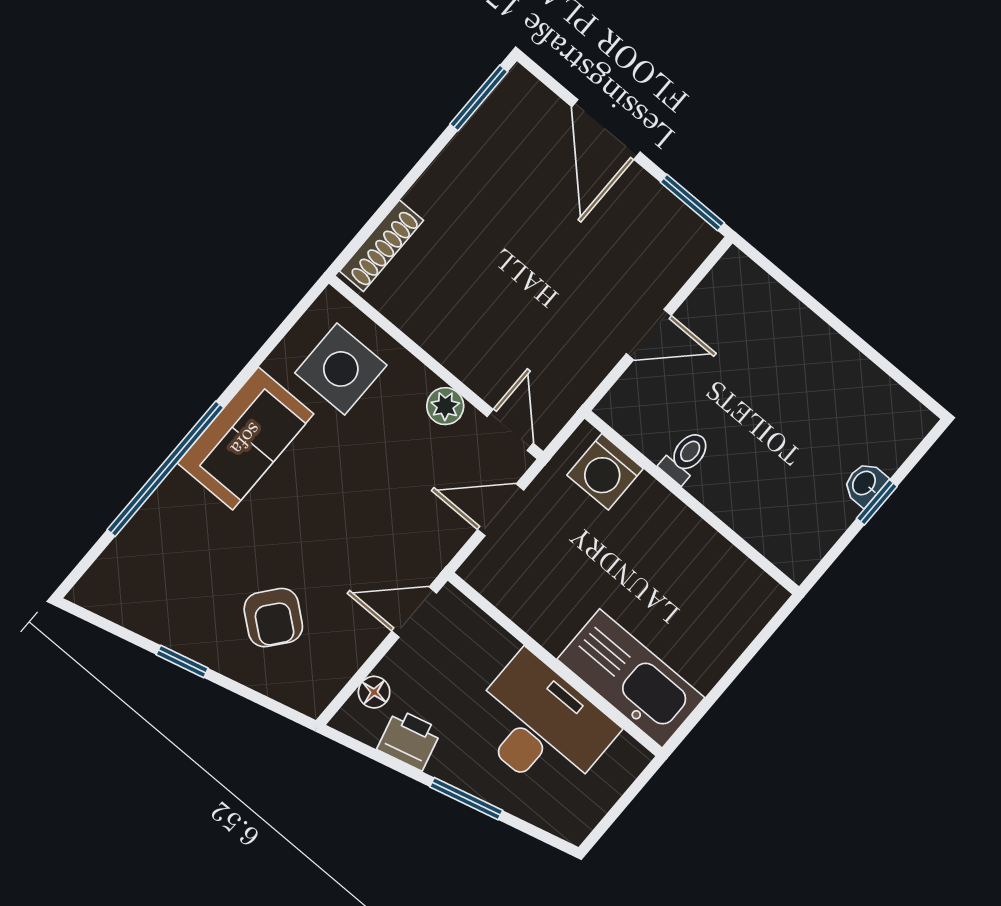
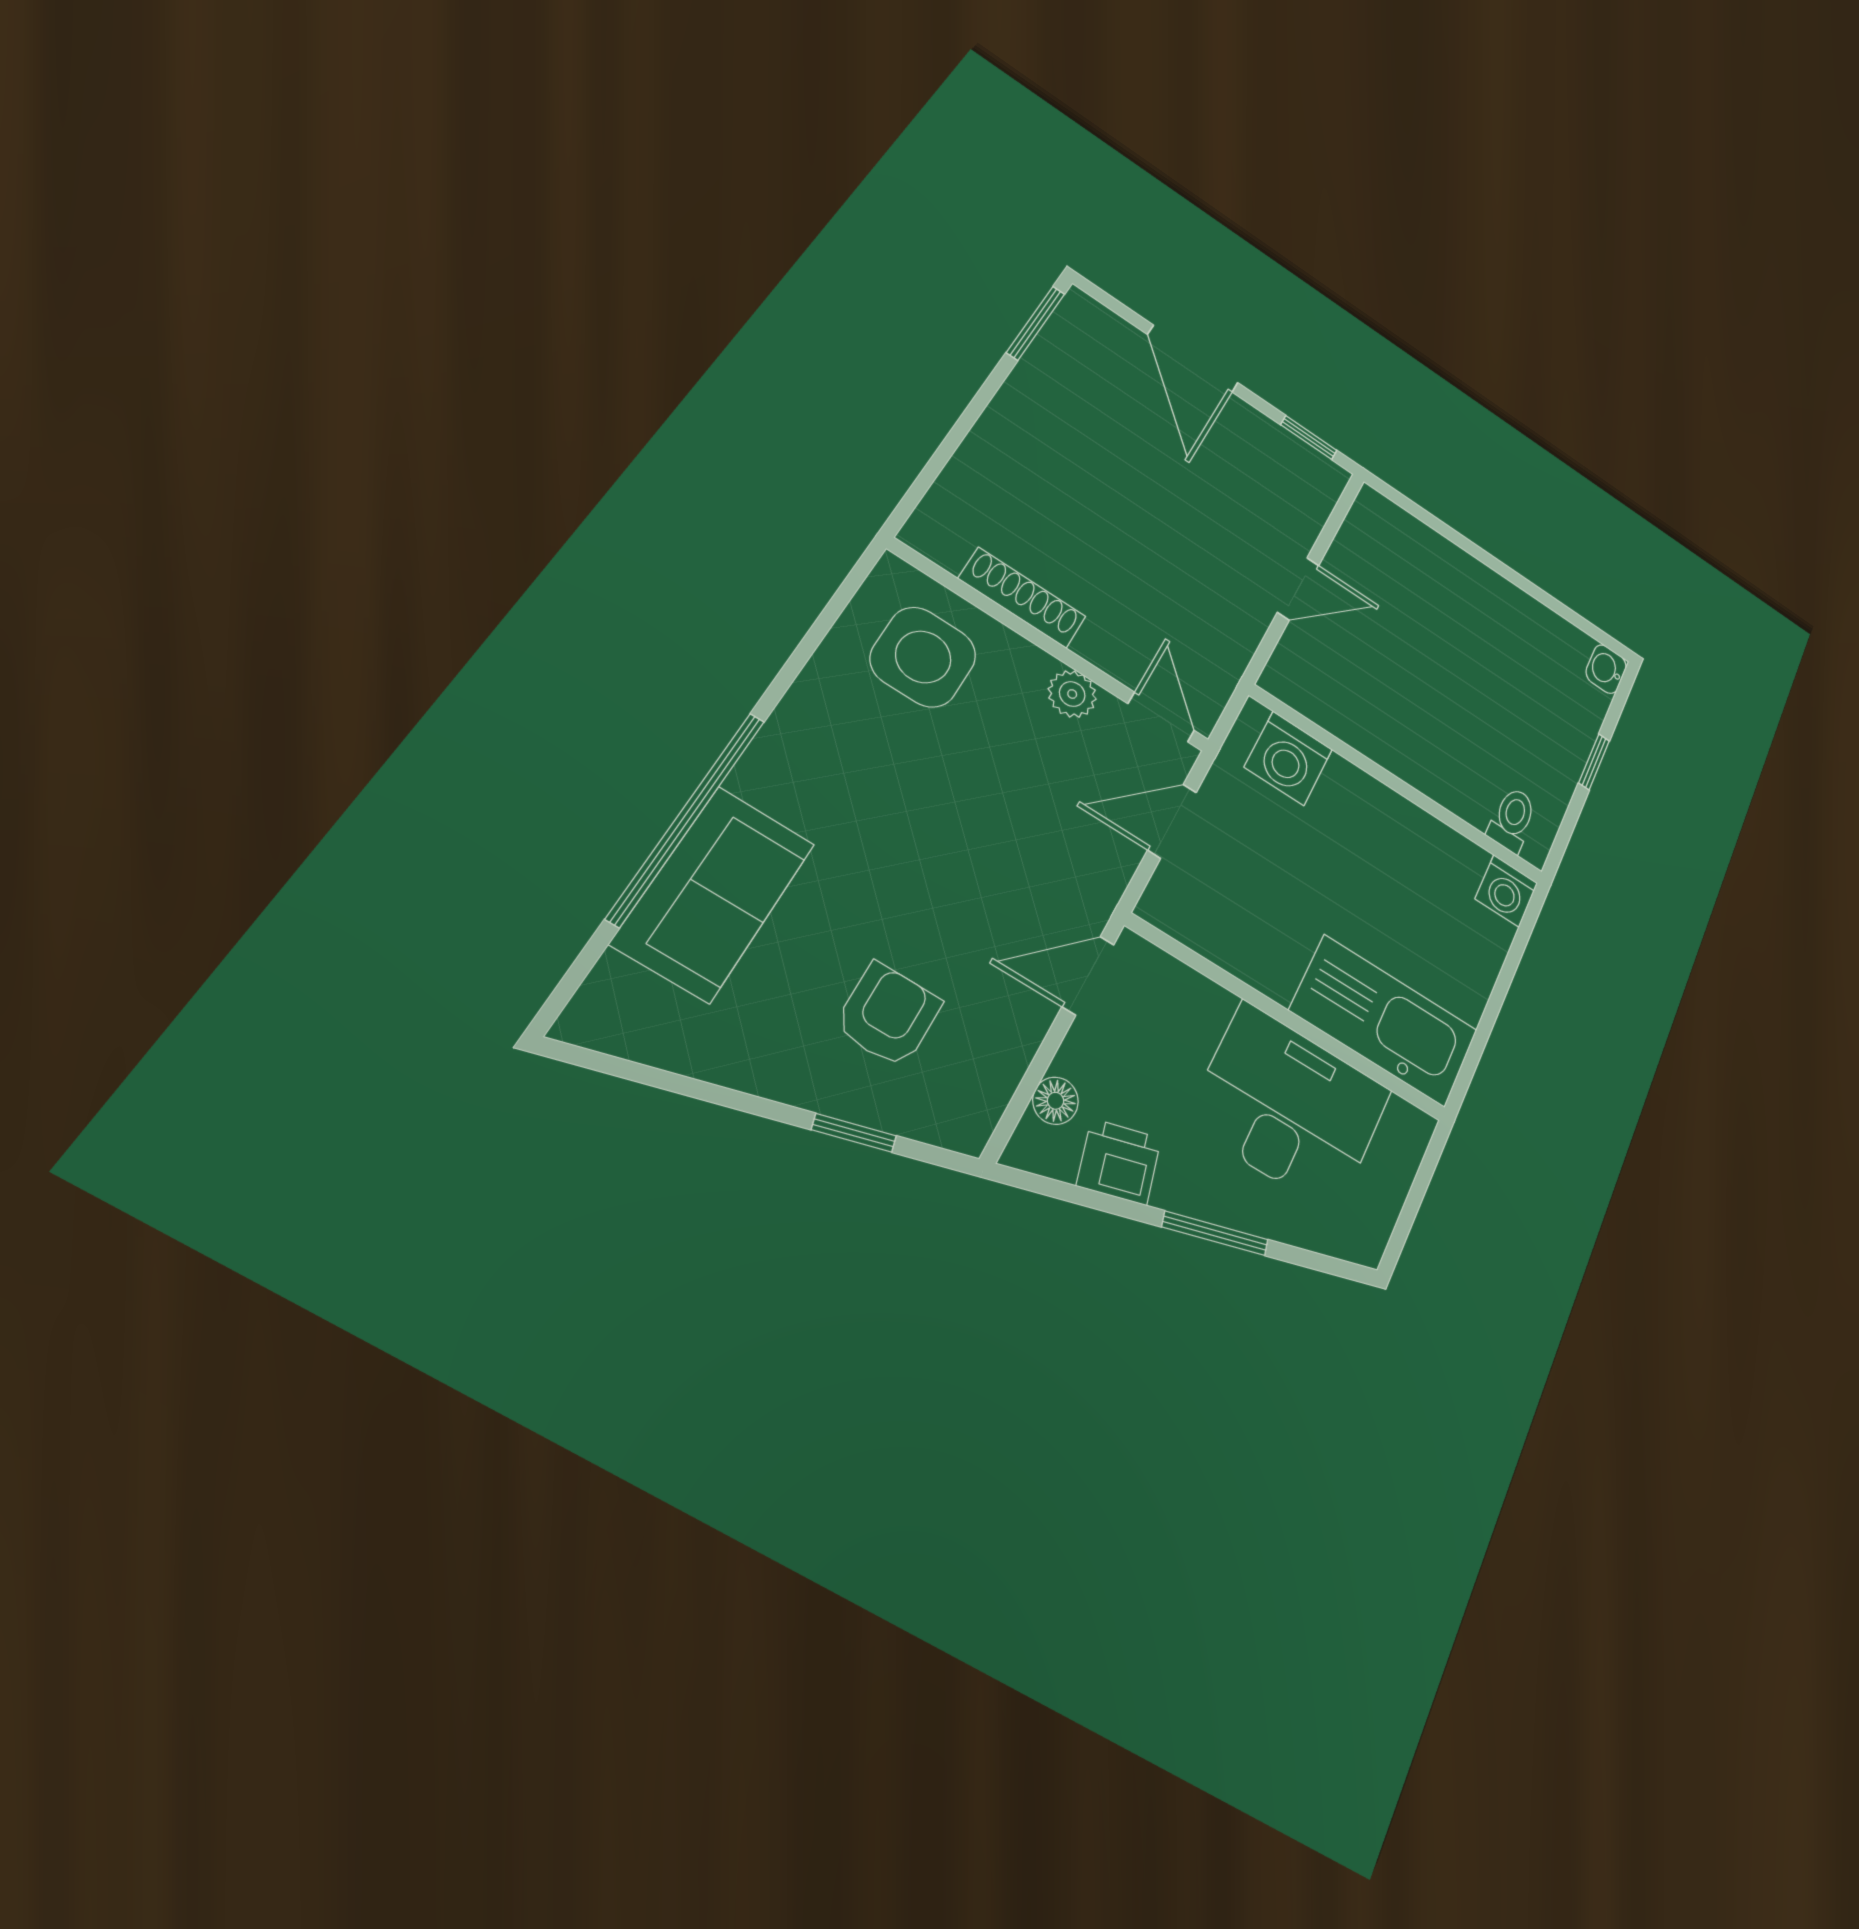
window: (692, 202) -> (1309, 438), width x0.67
shoe rack: (381, 246) -> (1022, 598), moved, turned -90
sofa: (246, 439) -> (714, 893), moved
toilet: (686, 457) -> (1512, 819), moved
washbasin: (865, 484) -> (1606, 669), moved
washing machine: (763, 597) -> (1506, 891), added
armchair: (273, 618) -> (888, 1015), turned -129
window: (182, 661) -> (854, 1133), moved

